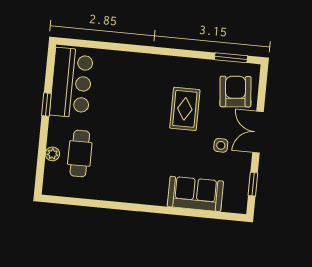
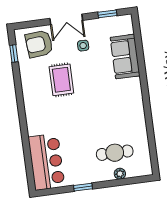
window: (231, 58) -> (14, 53), width x0.67
bar counter: (71, 83) -> (46, 162), moved, turned 90
rug: (185, 109) -> (61, 80), turned 90

